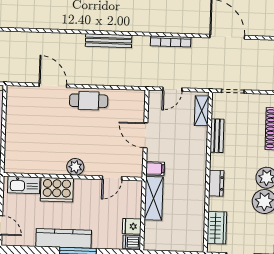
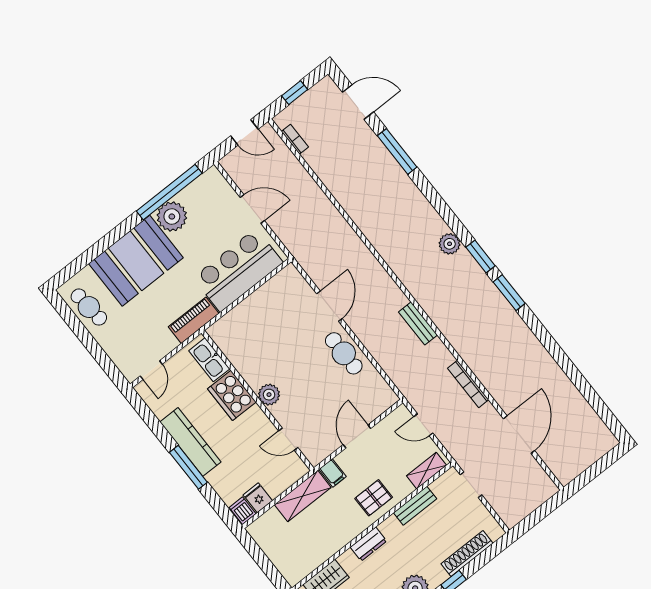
bench: (109, 41) -> (418, 323), width x0.73
pallet: (191, 157) -> (374, 498), added

